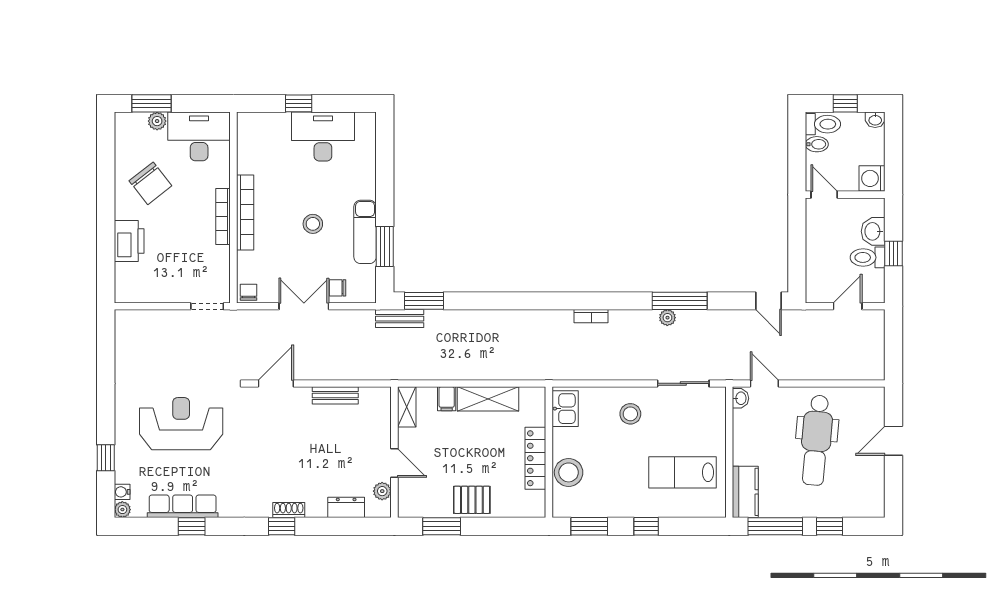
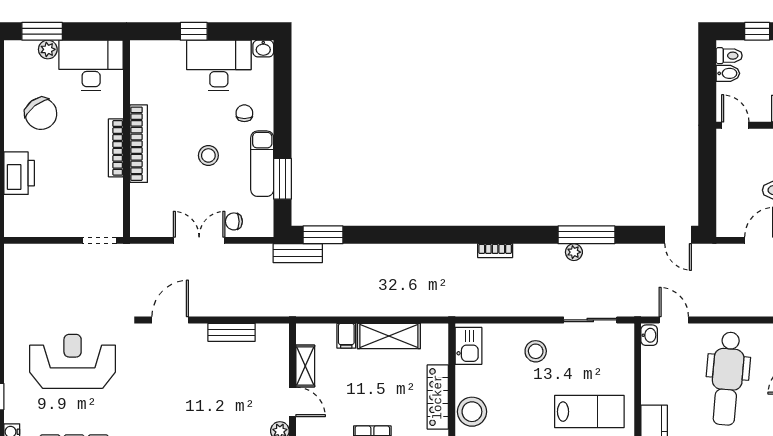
washbasin: (366, 120) -> (263, 49), added
toilet: (823, 124) -> (729, 56), width x0.73, depth x0.72
chair: (249, 292) -> (244, 113), moved
shelving: (407, 407) -> (305, 366), moved
lab bench: (682, 472) -> (589, 412), turned 180

